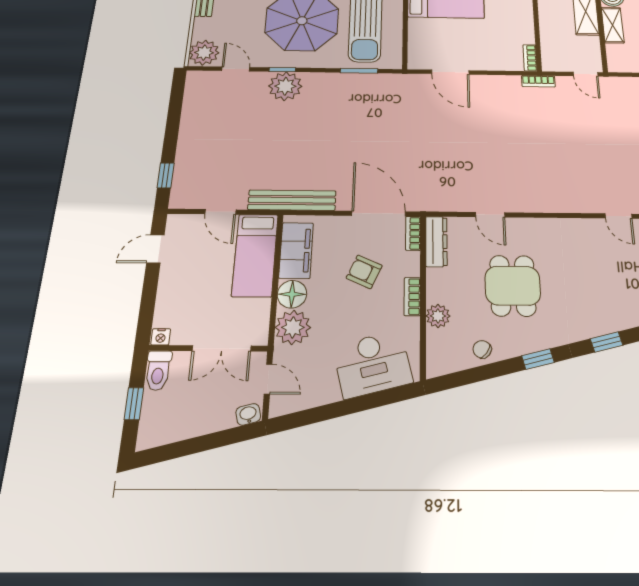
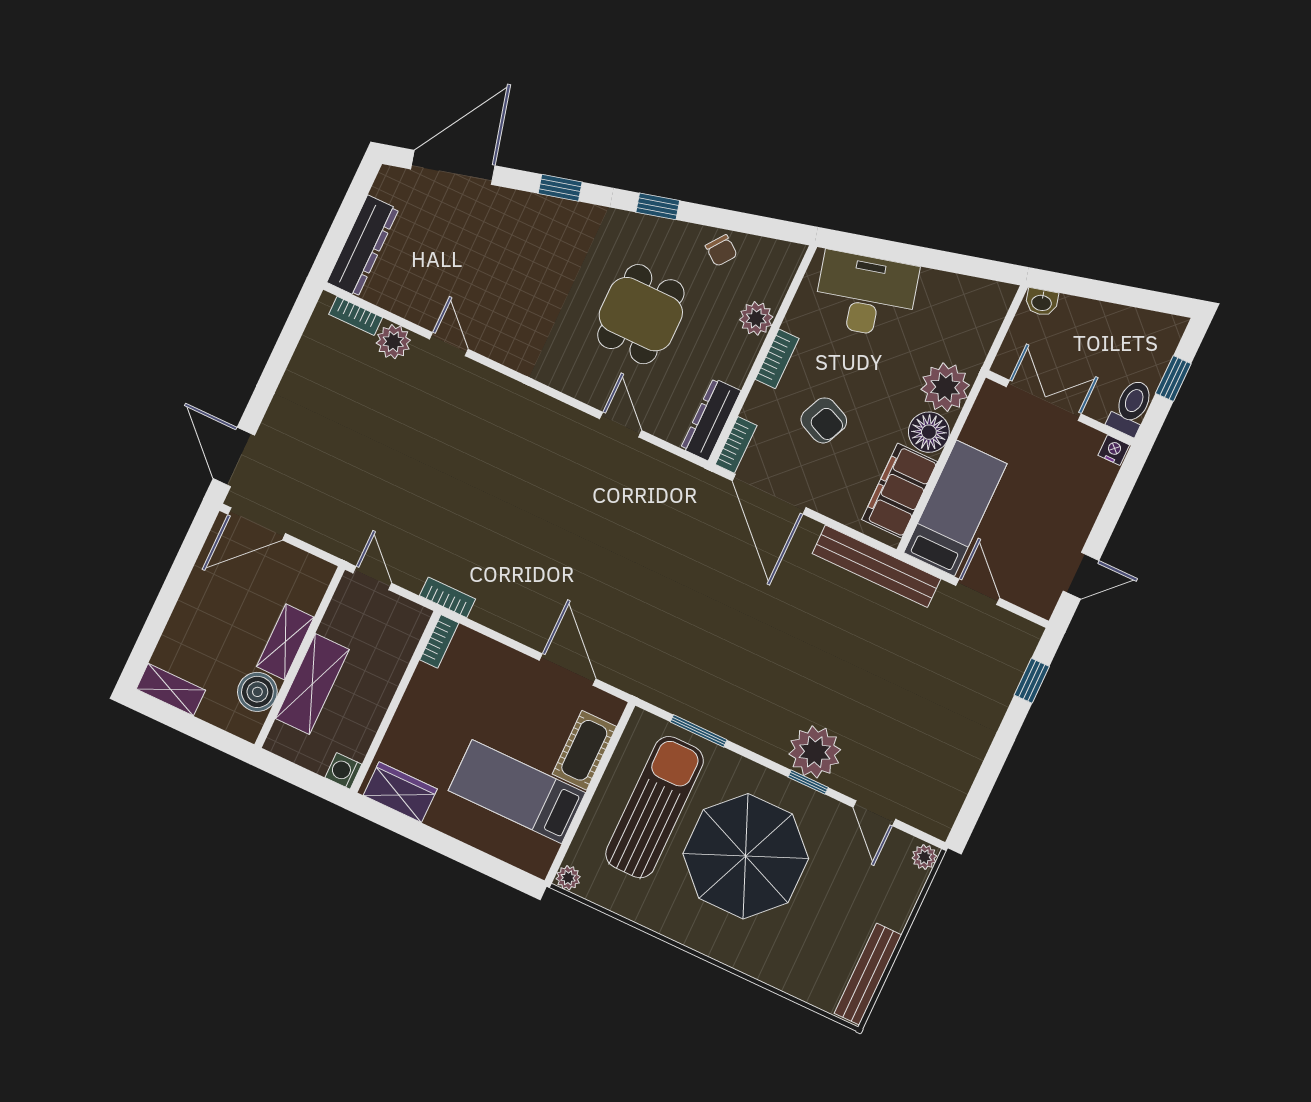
cot: (419, 37) -> (584, 750), added
plant: (204, 53) -> (924, 857), width x0.53, depth x0.53
door: (268, 379) -> (1001, 335), removed

